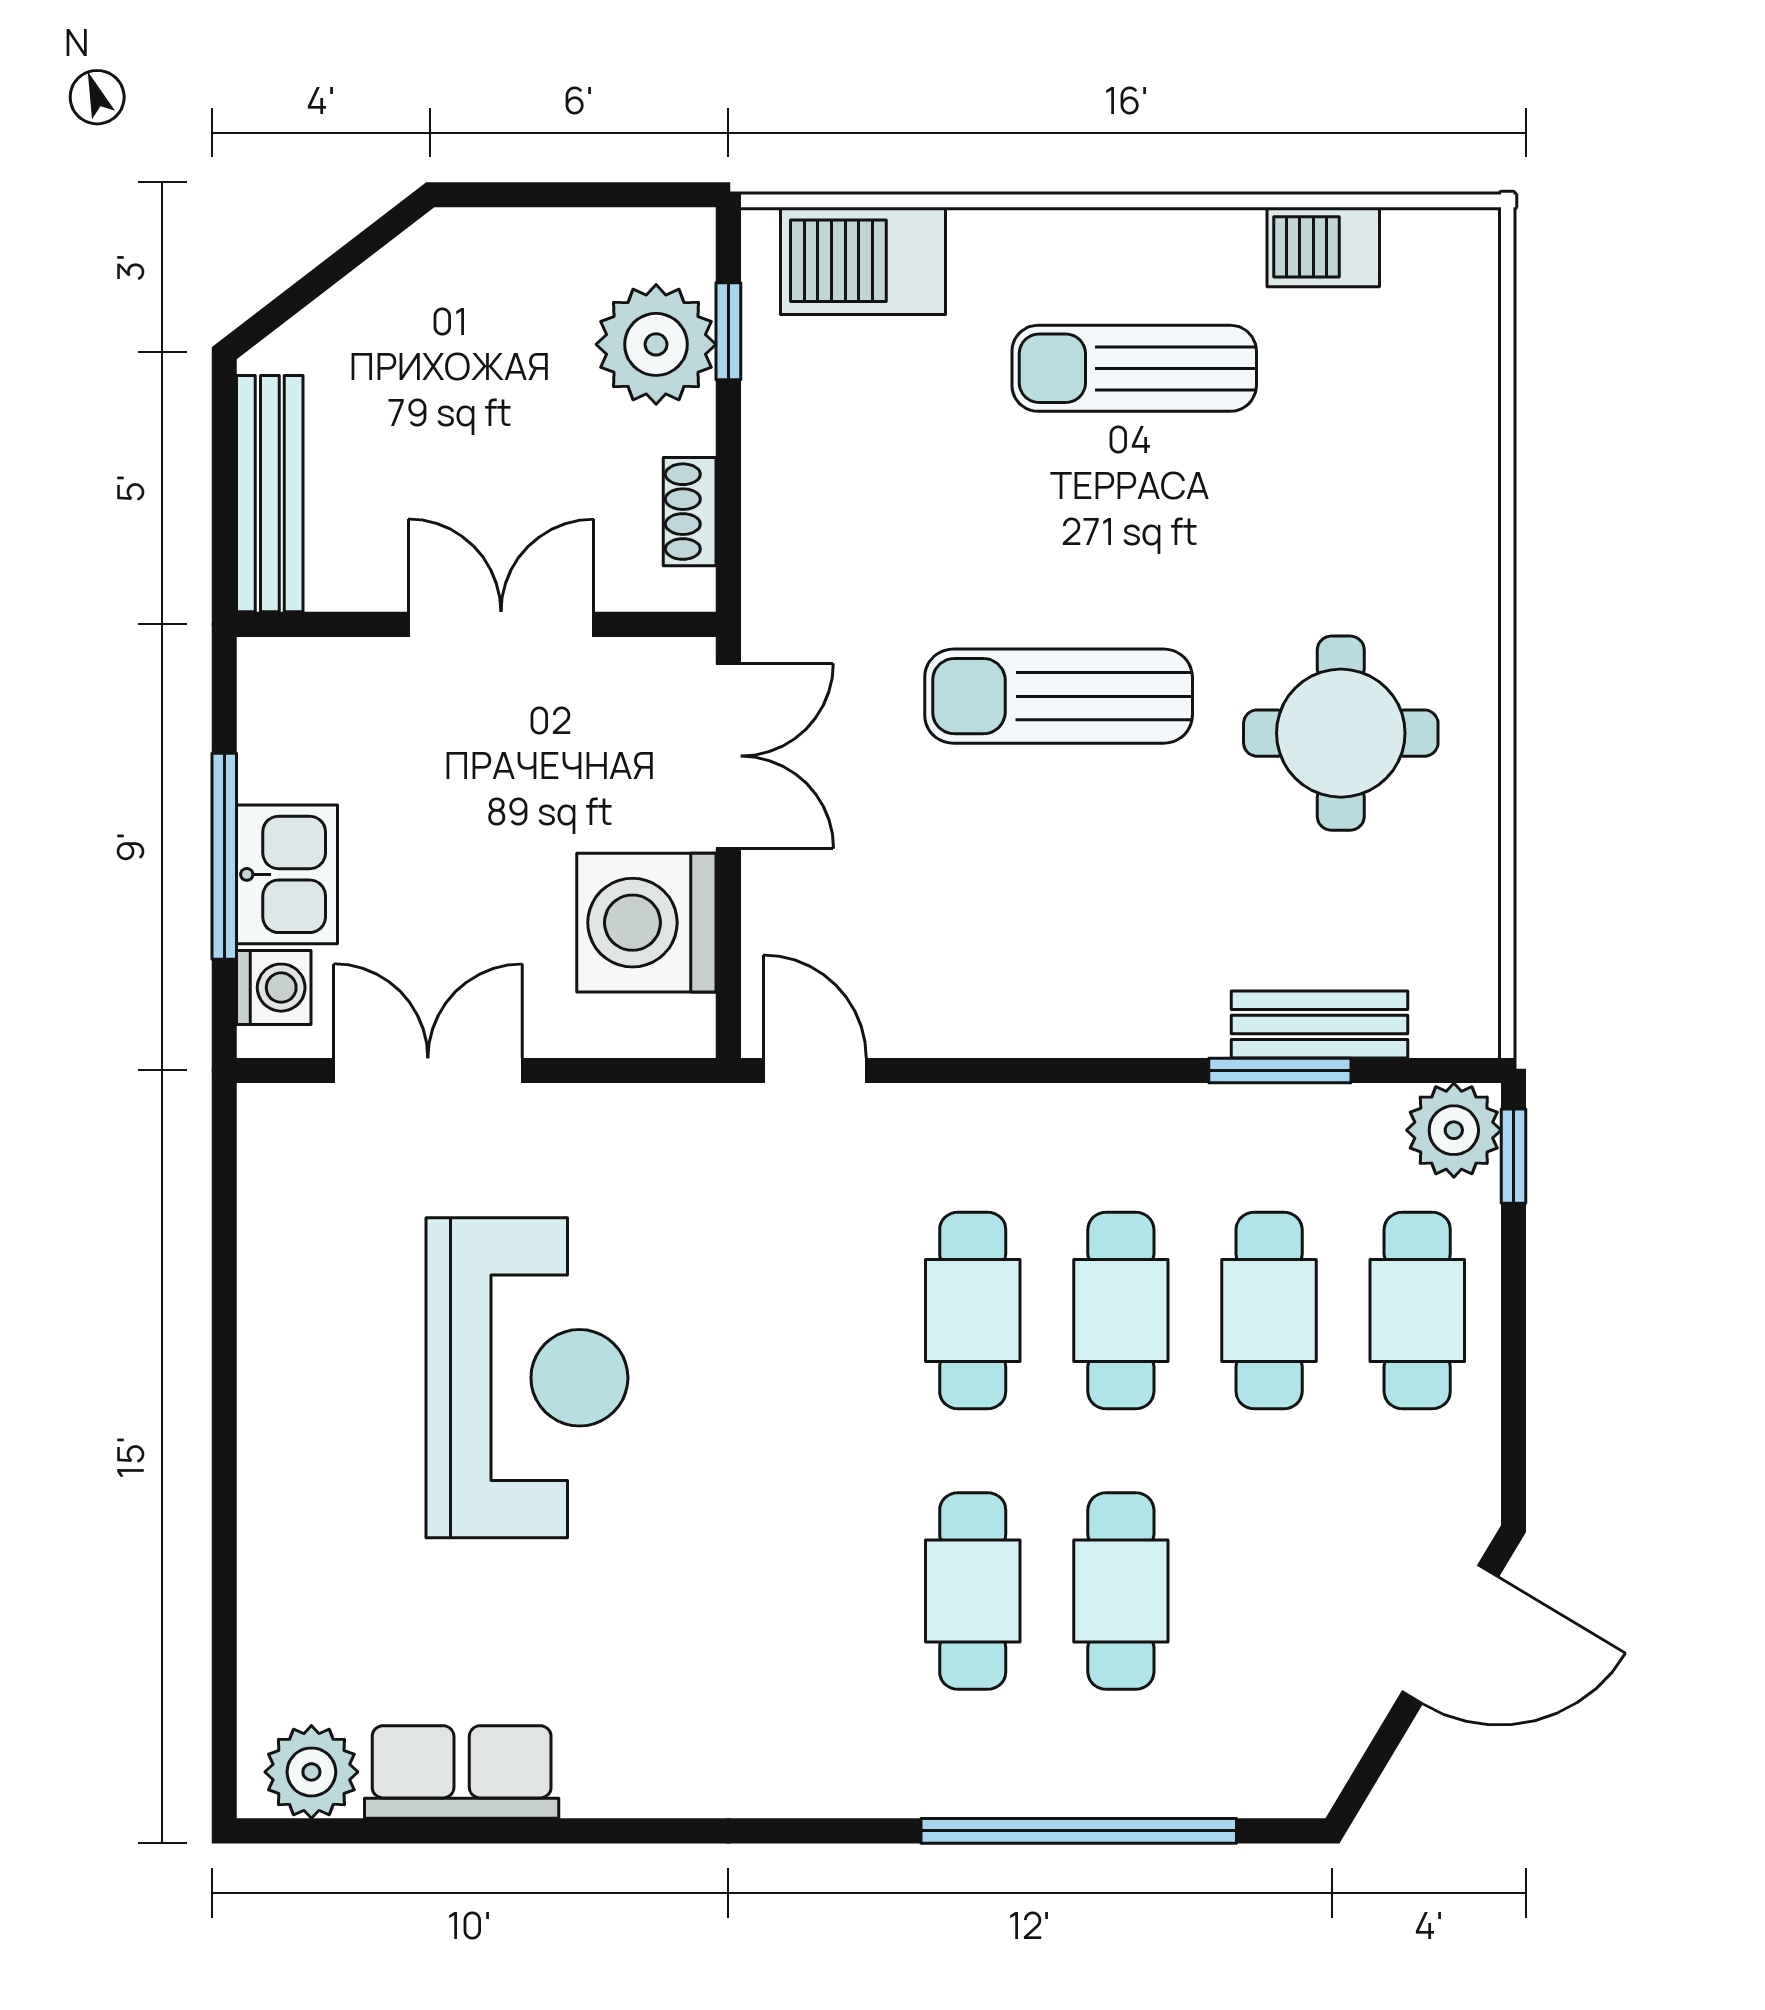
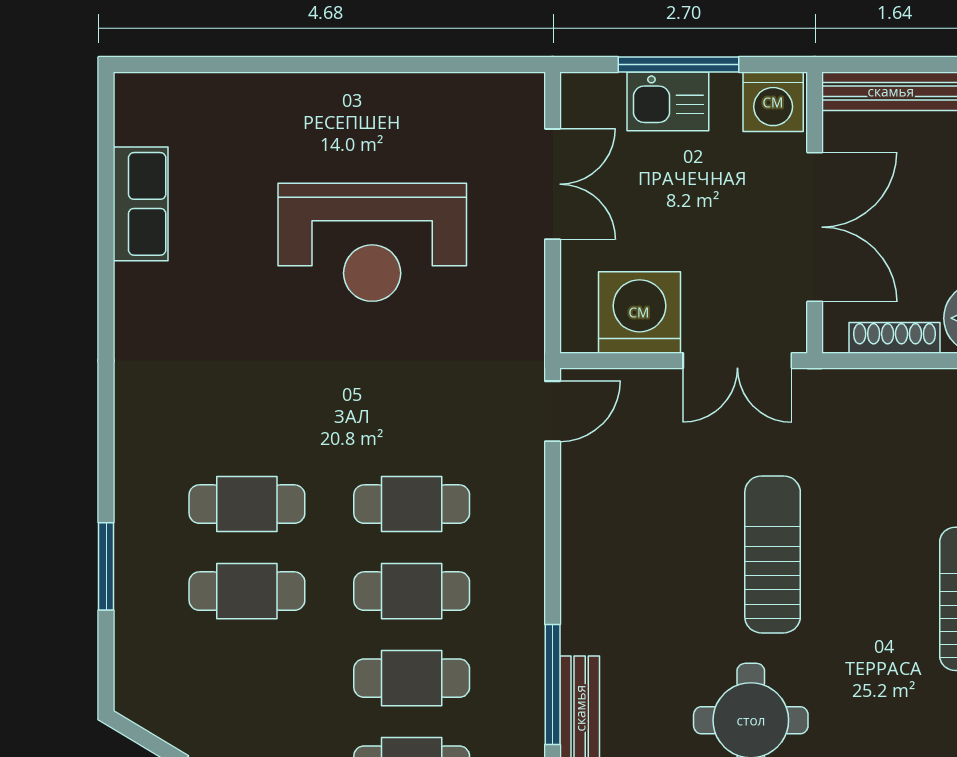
shoe rack: (690, 512) -> (895, 338), width x1.43
double door: (501, 624) -> (815, 227), width x1.37
washing machine: (274, 988) -> (773, 102), moved, width x1.38, depth x1.38
window: (1280, 1071) -> (553, 684), width x1.44
plant: (311, 1772) -> (141, 116), removed
window: (1079, 1831) -> (106, 566), width x0.47

